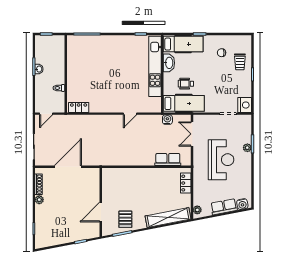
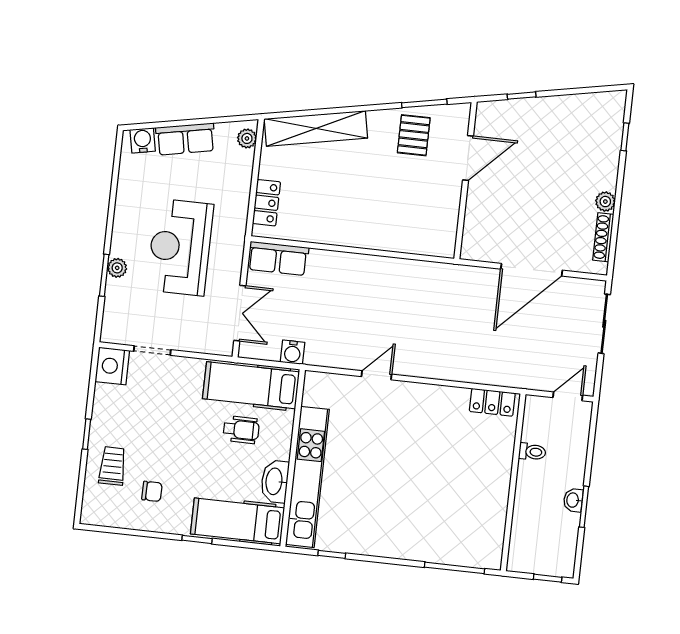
row of seats: (168, 159) -> (278, 258), moved

